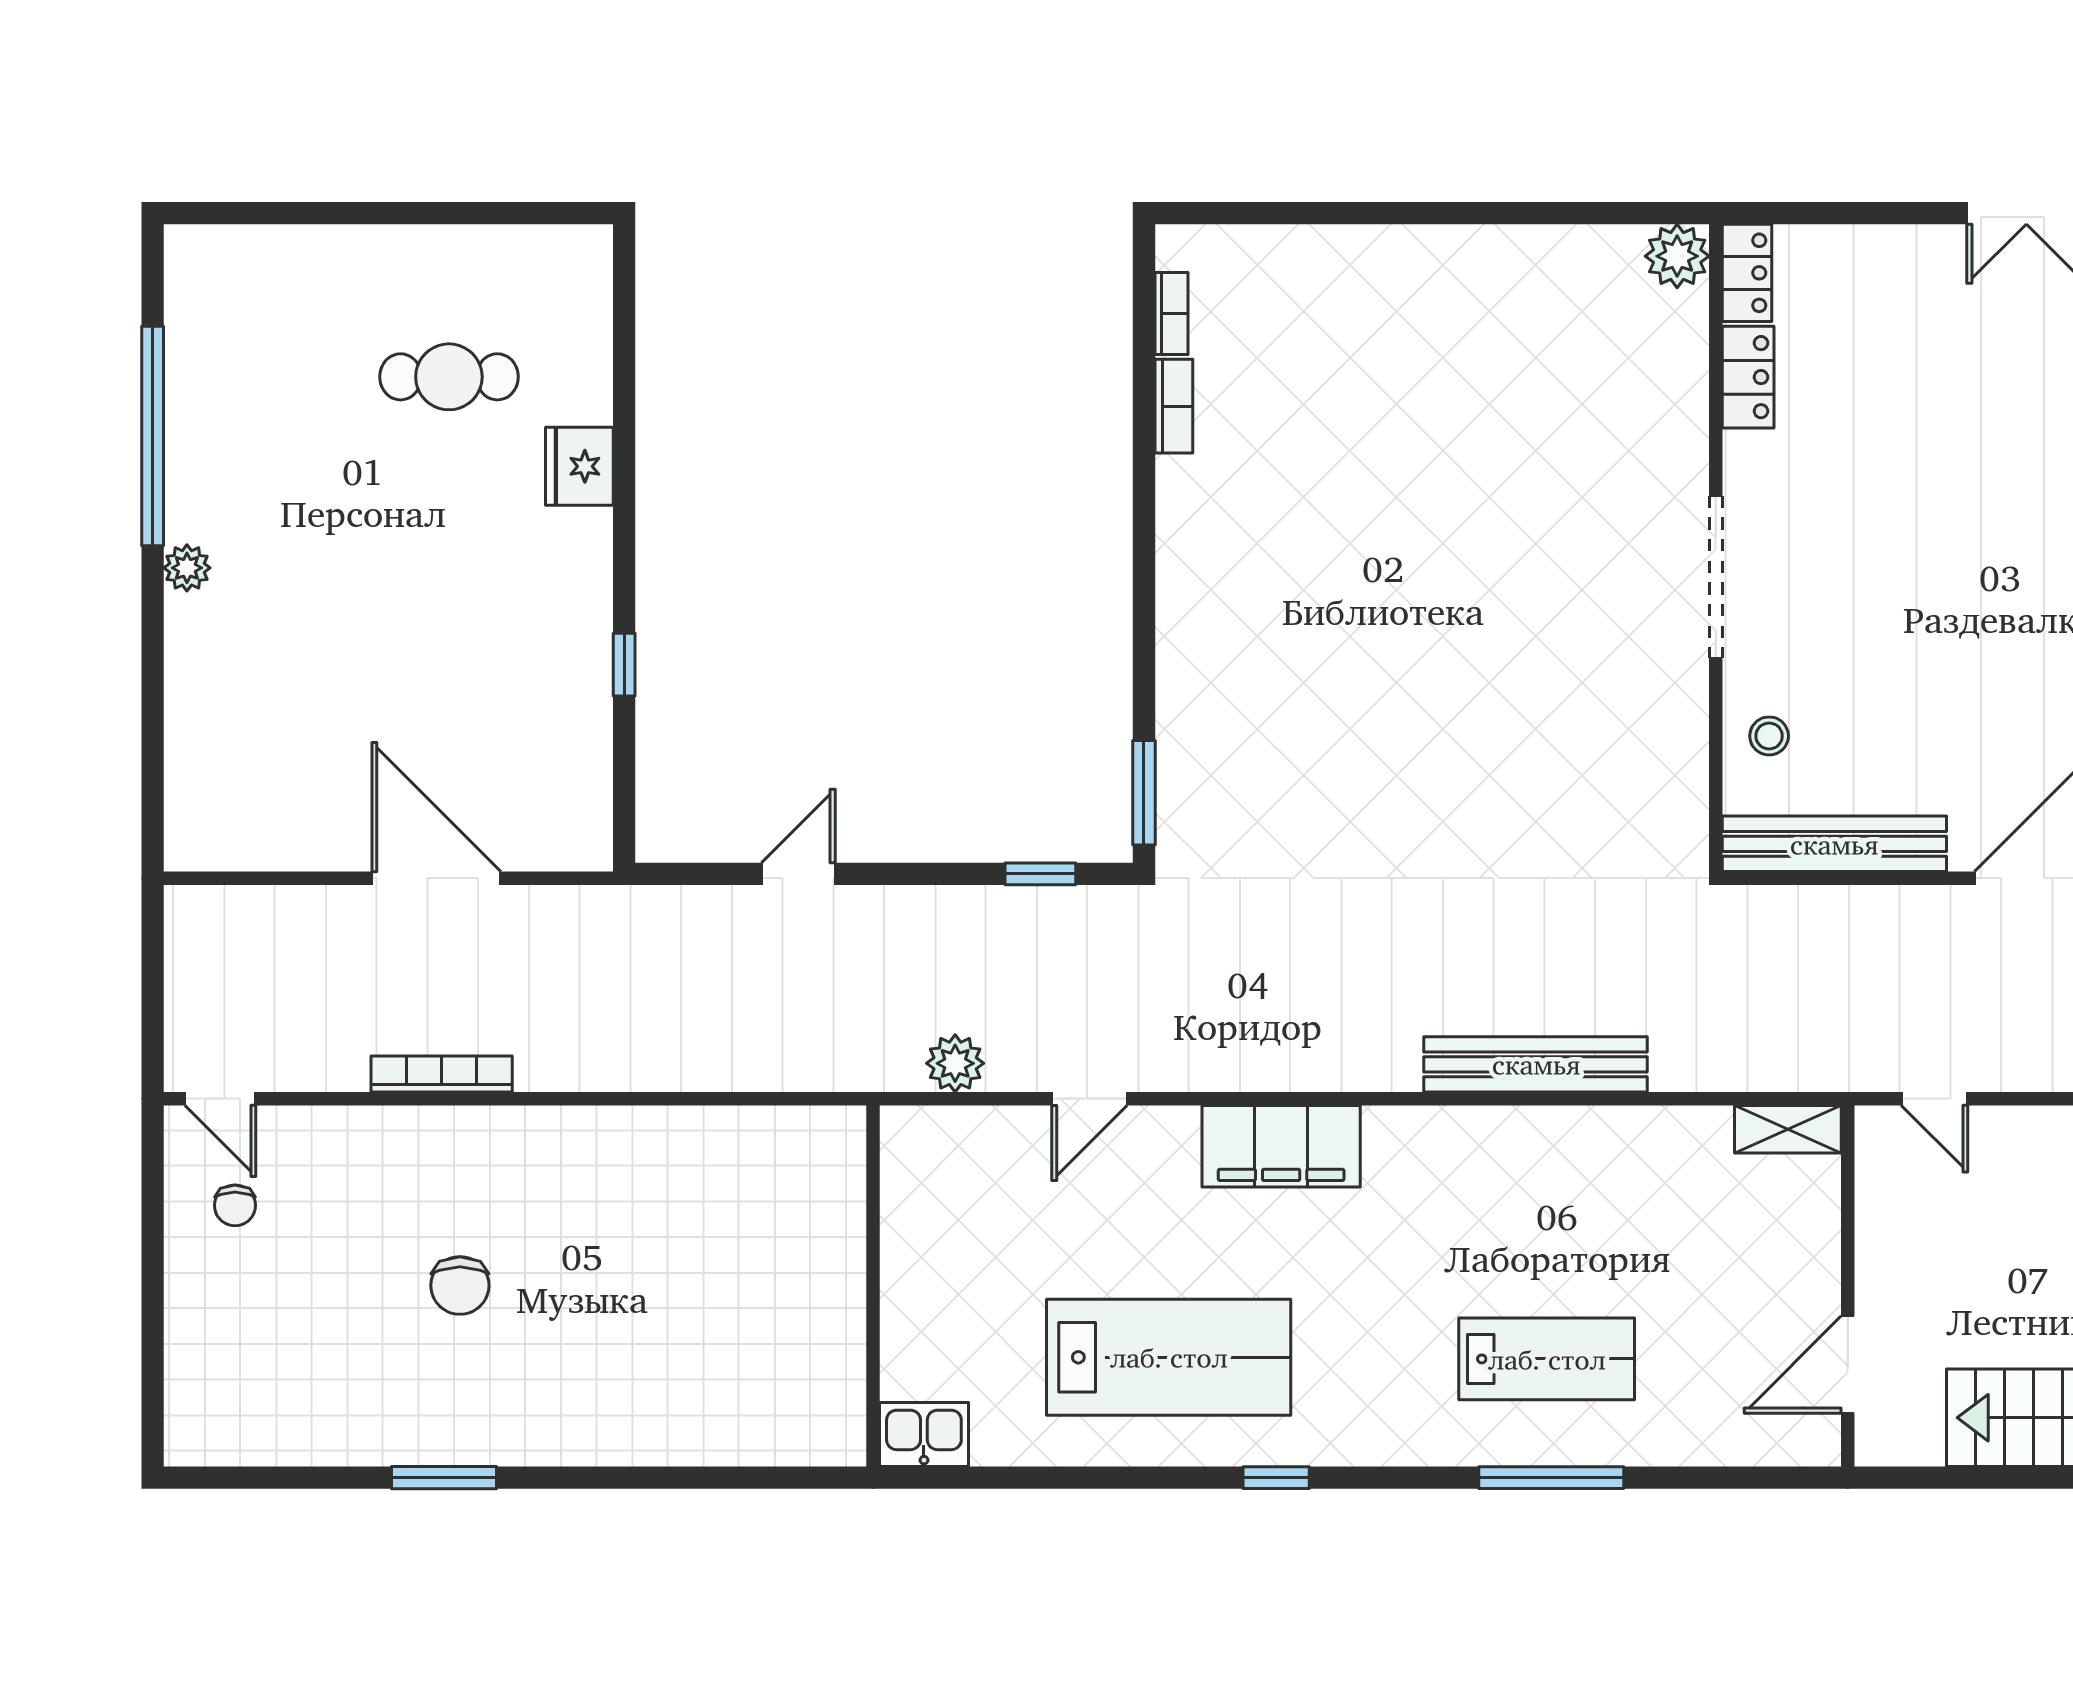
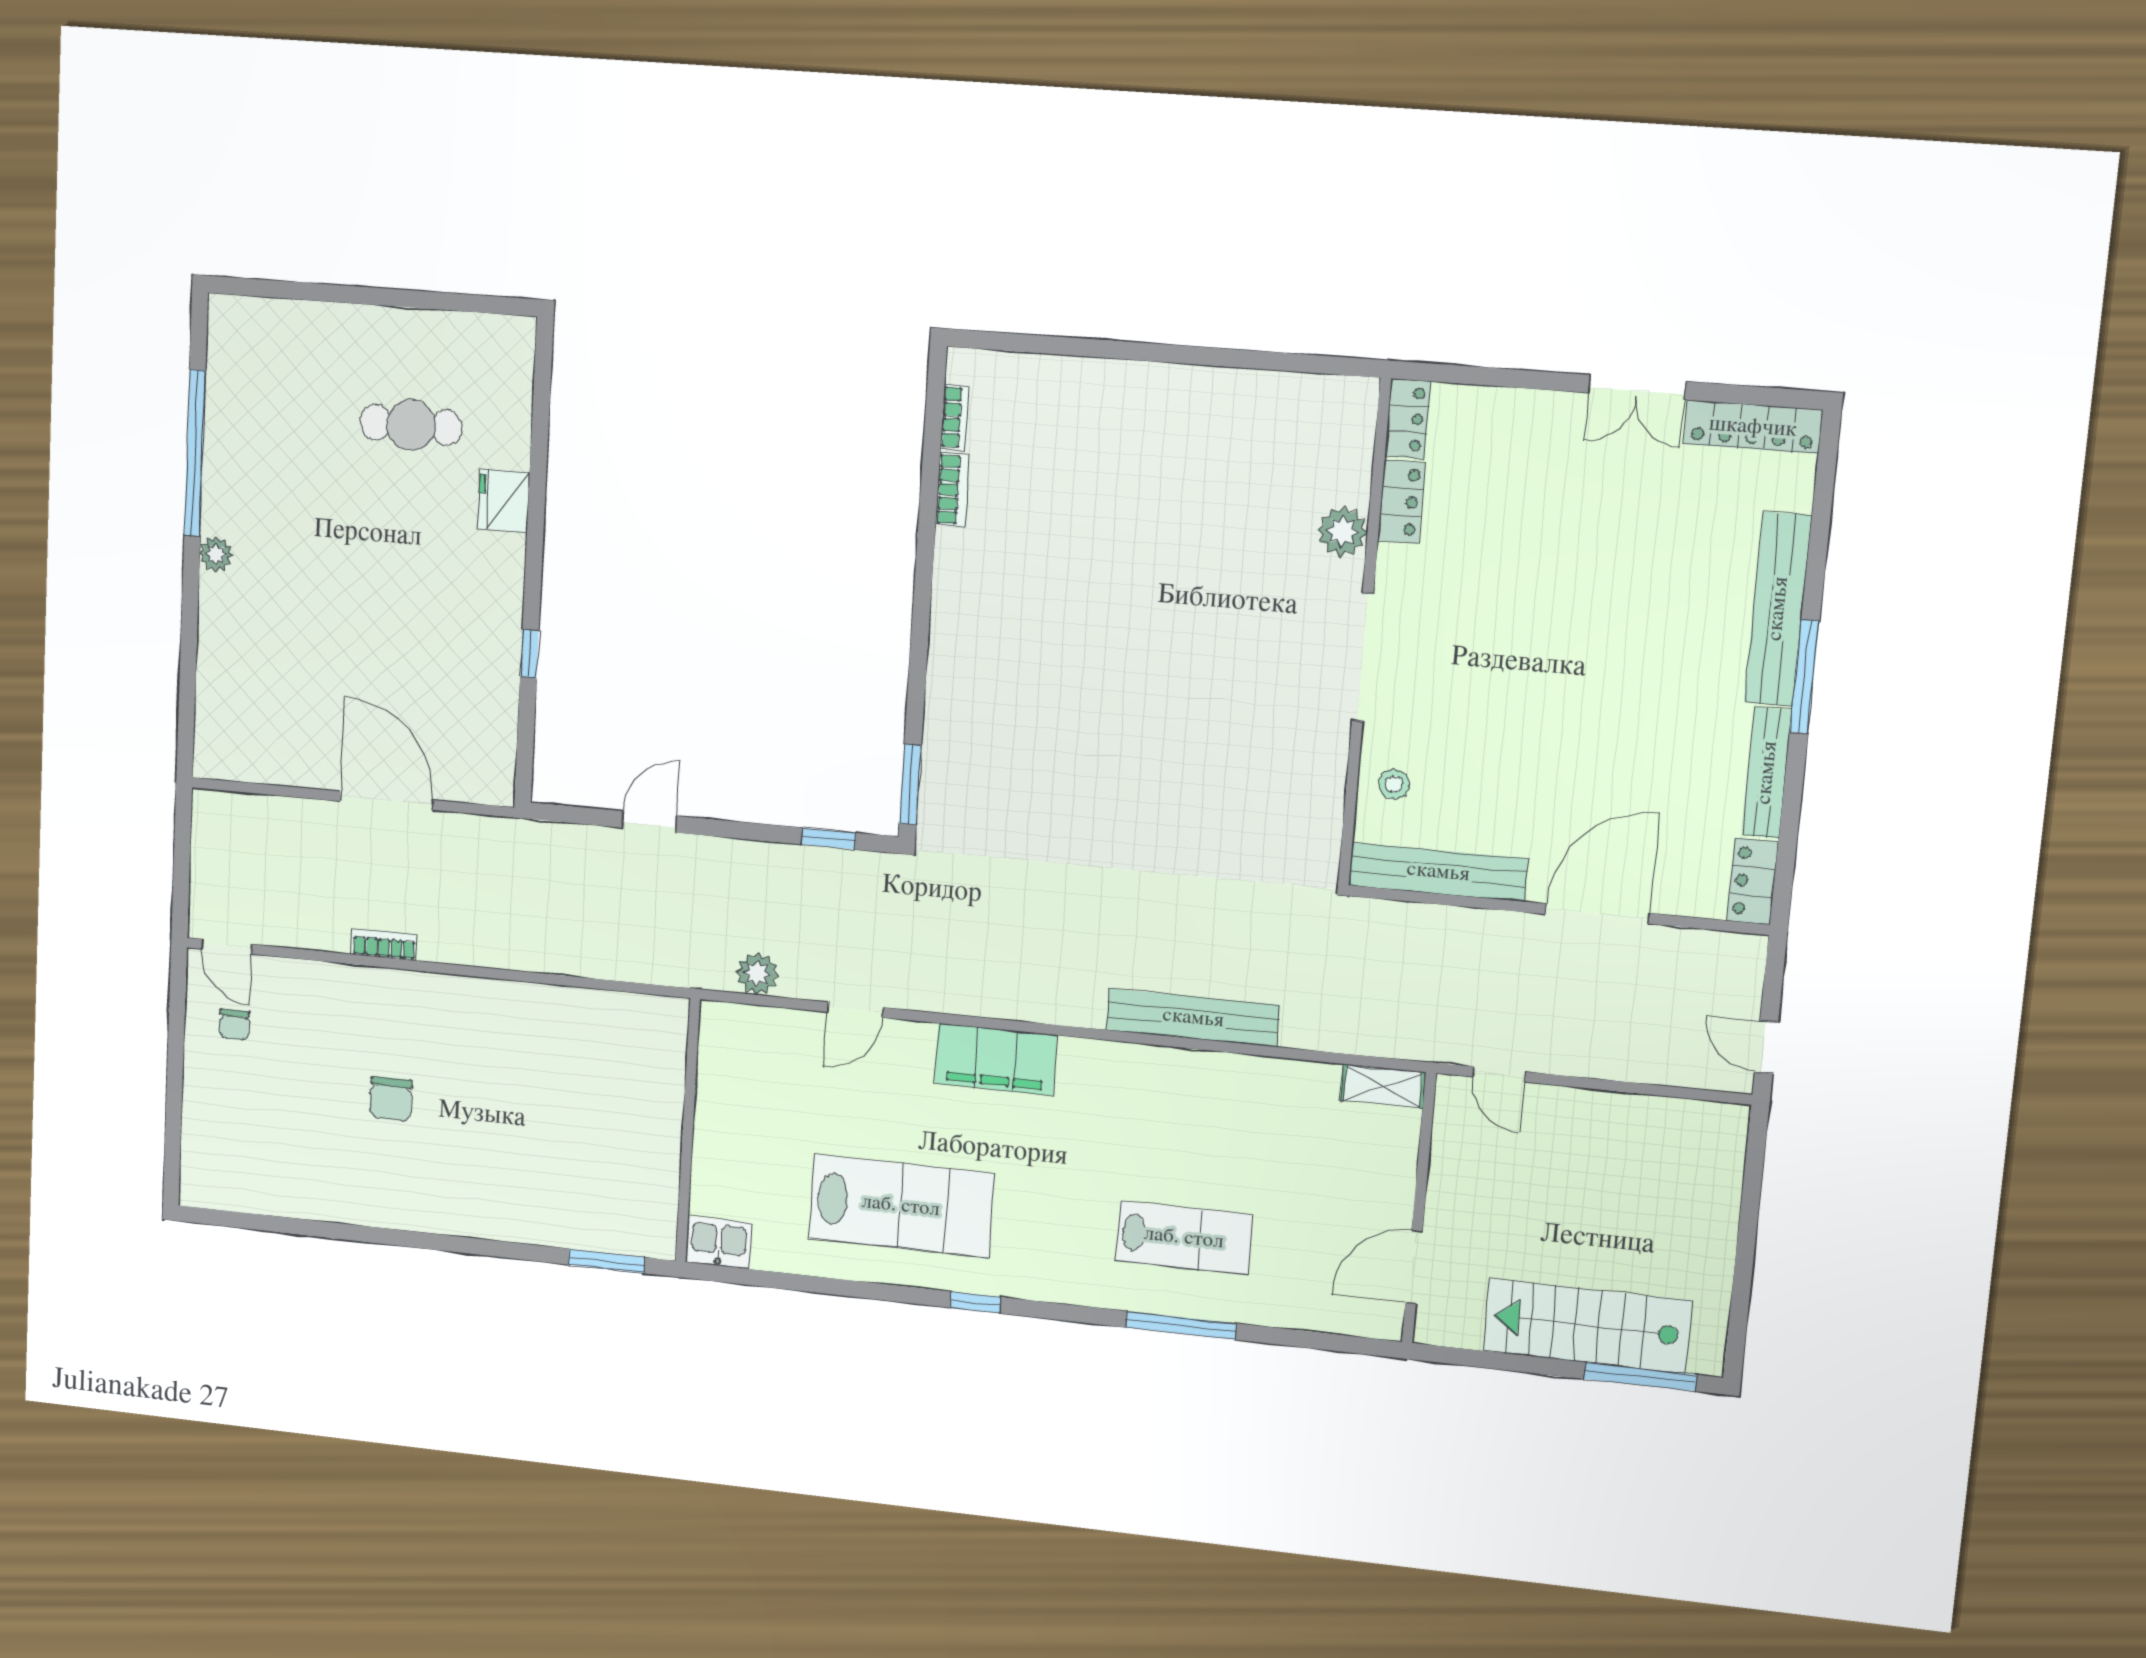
plant: (1677, 256) -> (1342, 532), moved
bookcase: (442, 1074) -> (384, 944), width x0.64
window: (444, 1478) -> (606, 1261), moved

